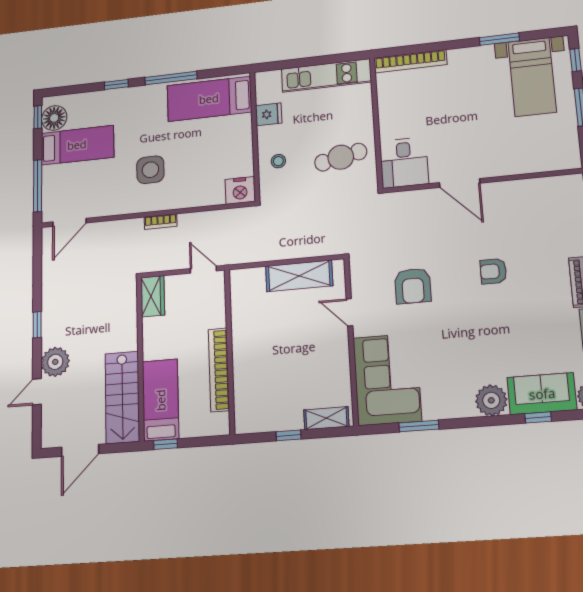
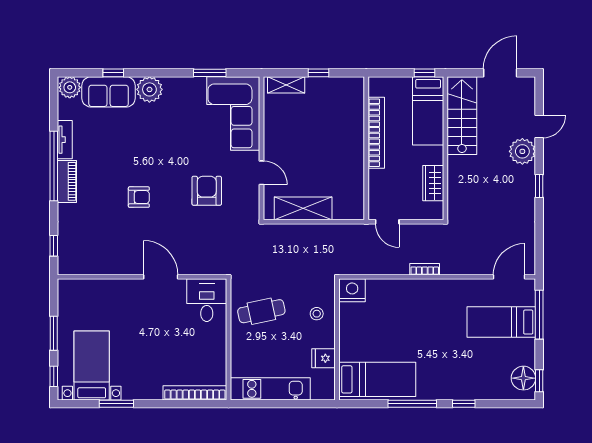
bed: (77, 145) -> (501, 322), moved
side table: (150, 170) -> (433, 318), removed
wardrobe: (153, 296) -> (433, 183), moved

